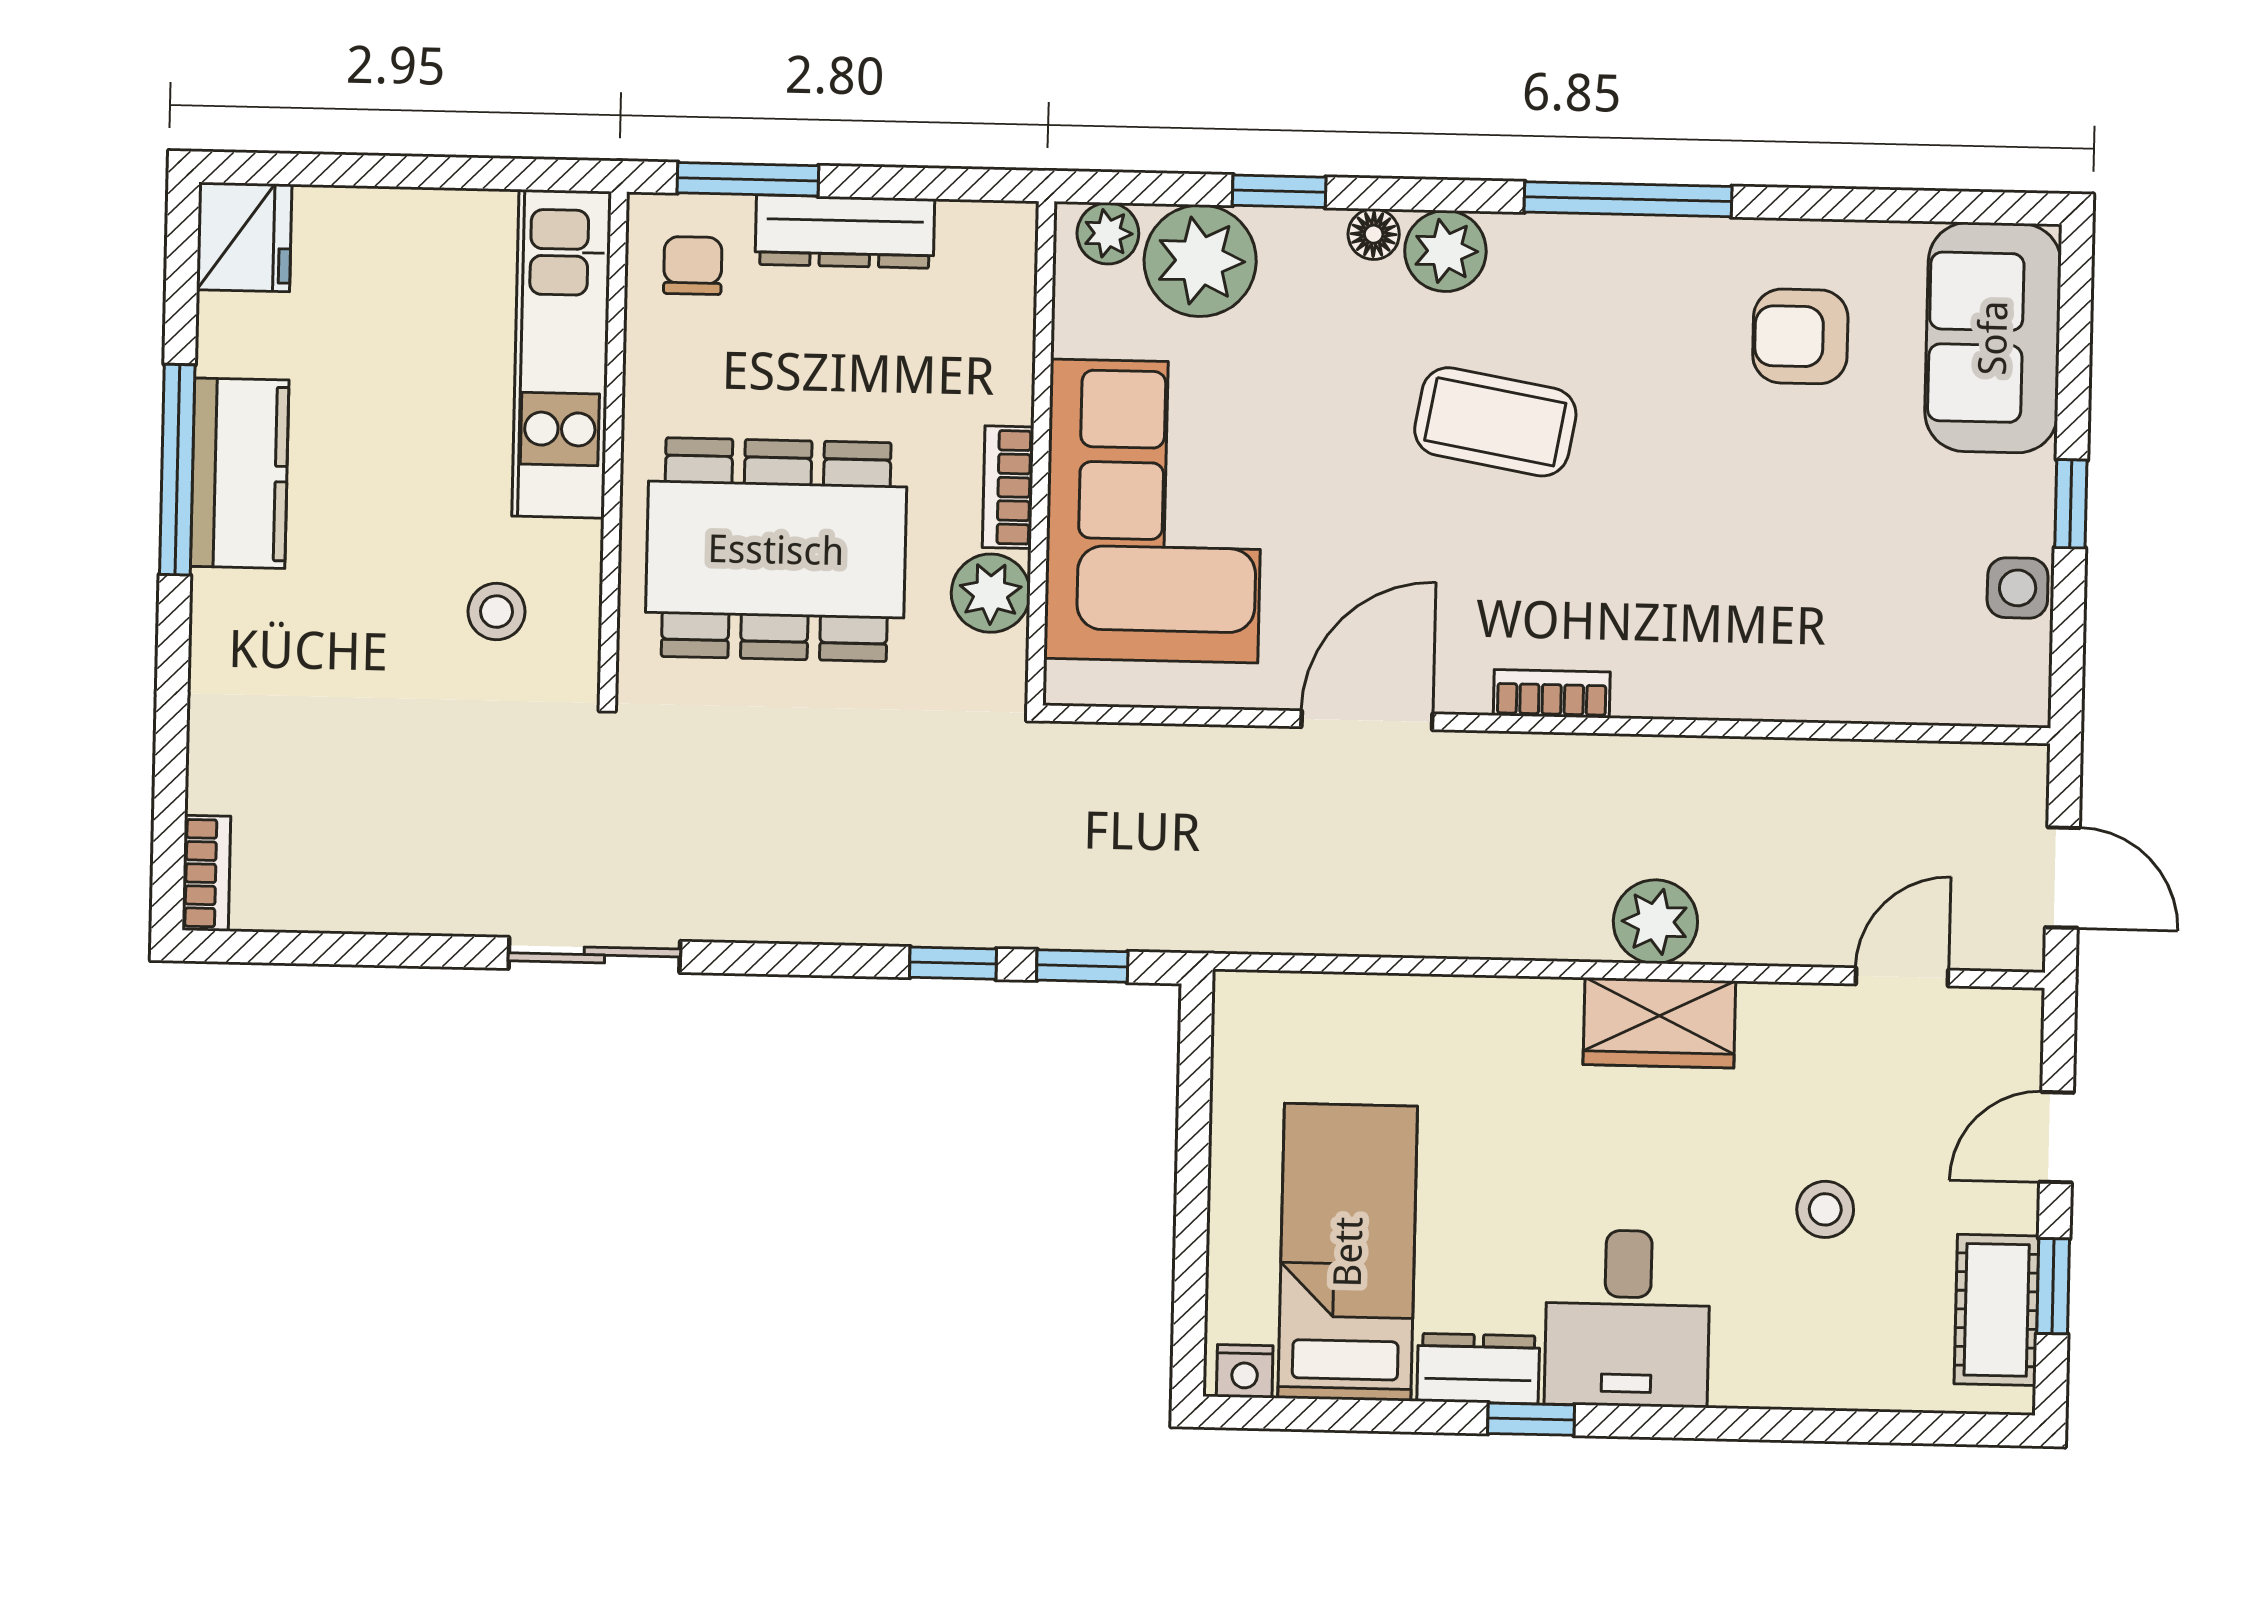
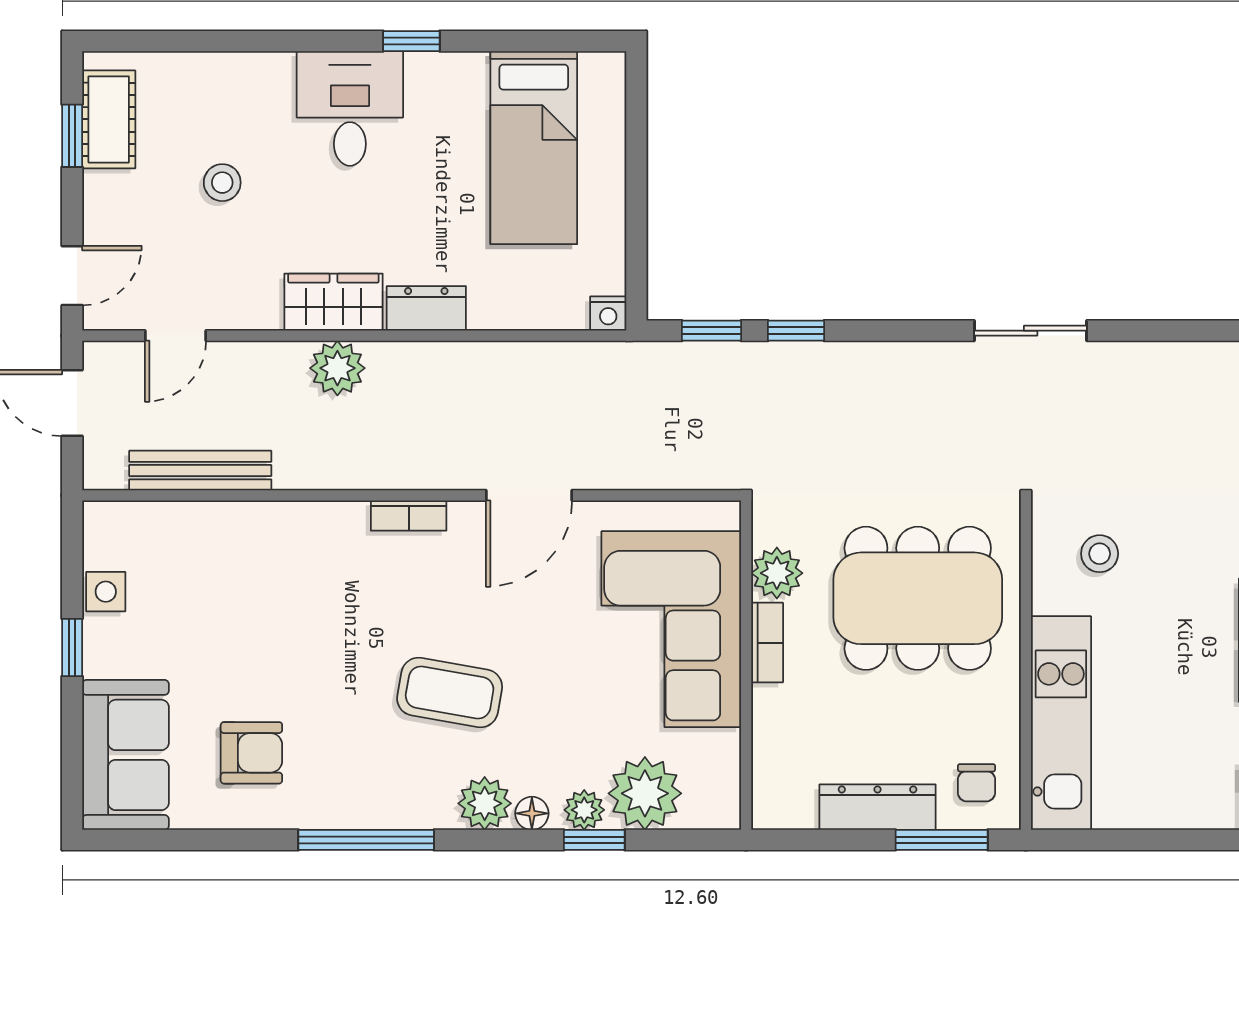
plant: (1108, 233) -> (584, 810), moved
bench: (1869, 770) -> (200, 471), added
door: (2057, 1137) -> (72, 276), moved
dresser: (1478, 1369) -> (426, 308), moved, turned 180
nightstand: (1245, 1371) -> (608, 314), moved, turned 180

